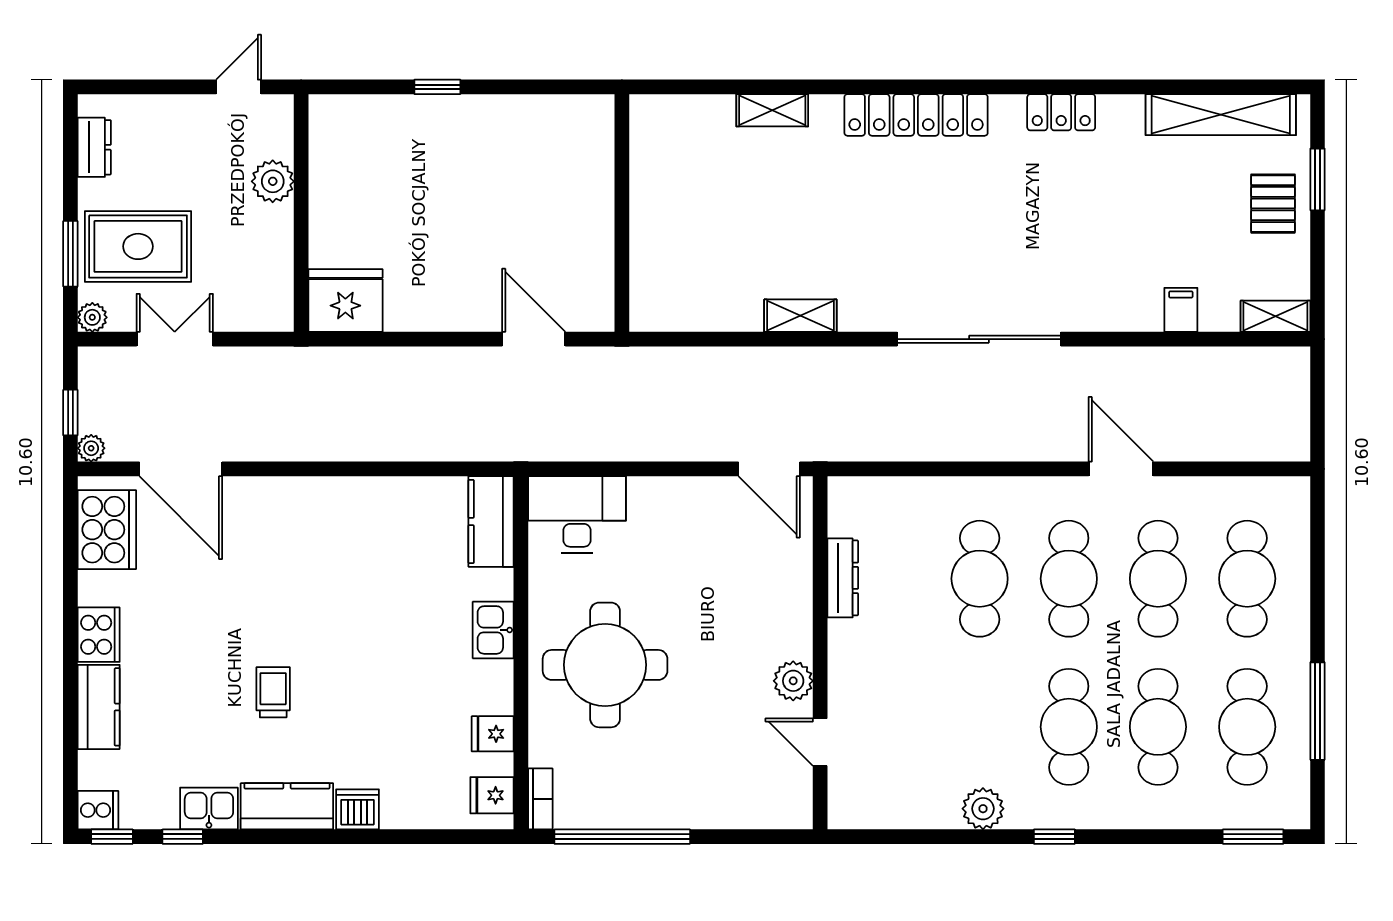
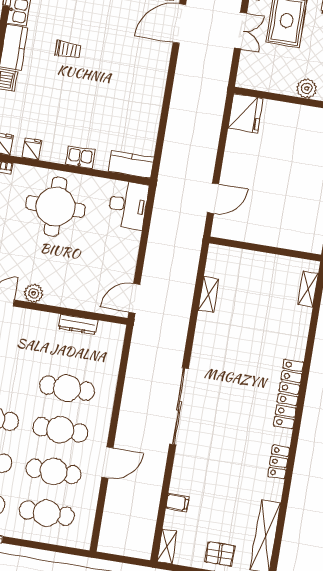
shelving: (772, 110) -> (308, 289), moved
shelving: (800, 316) -> (209, 295), moved

